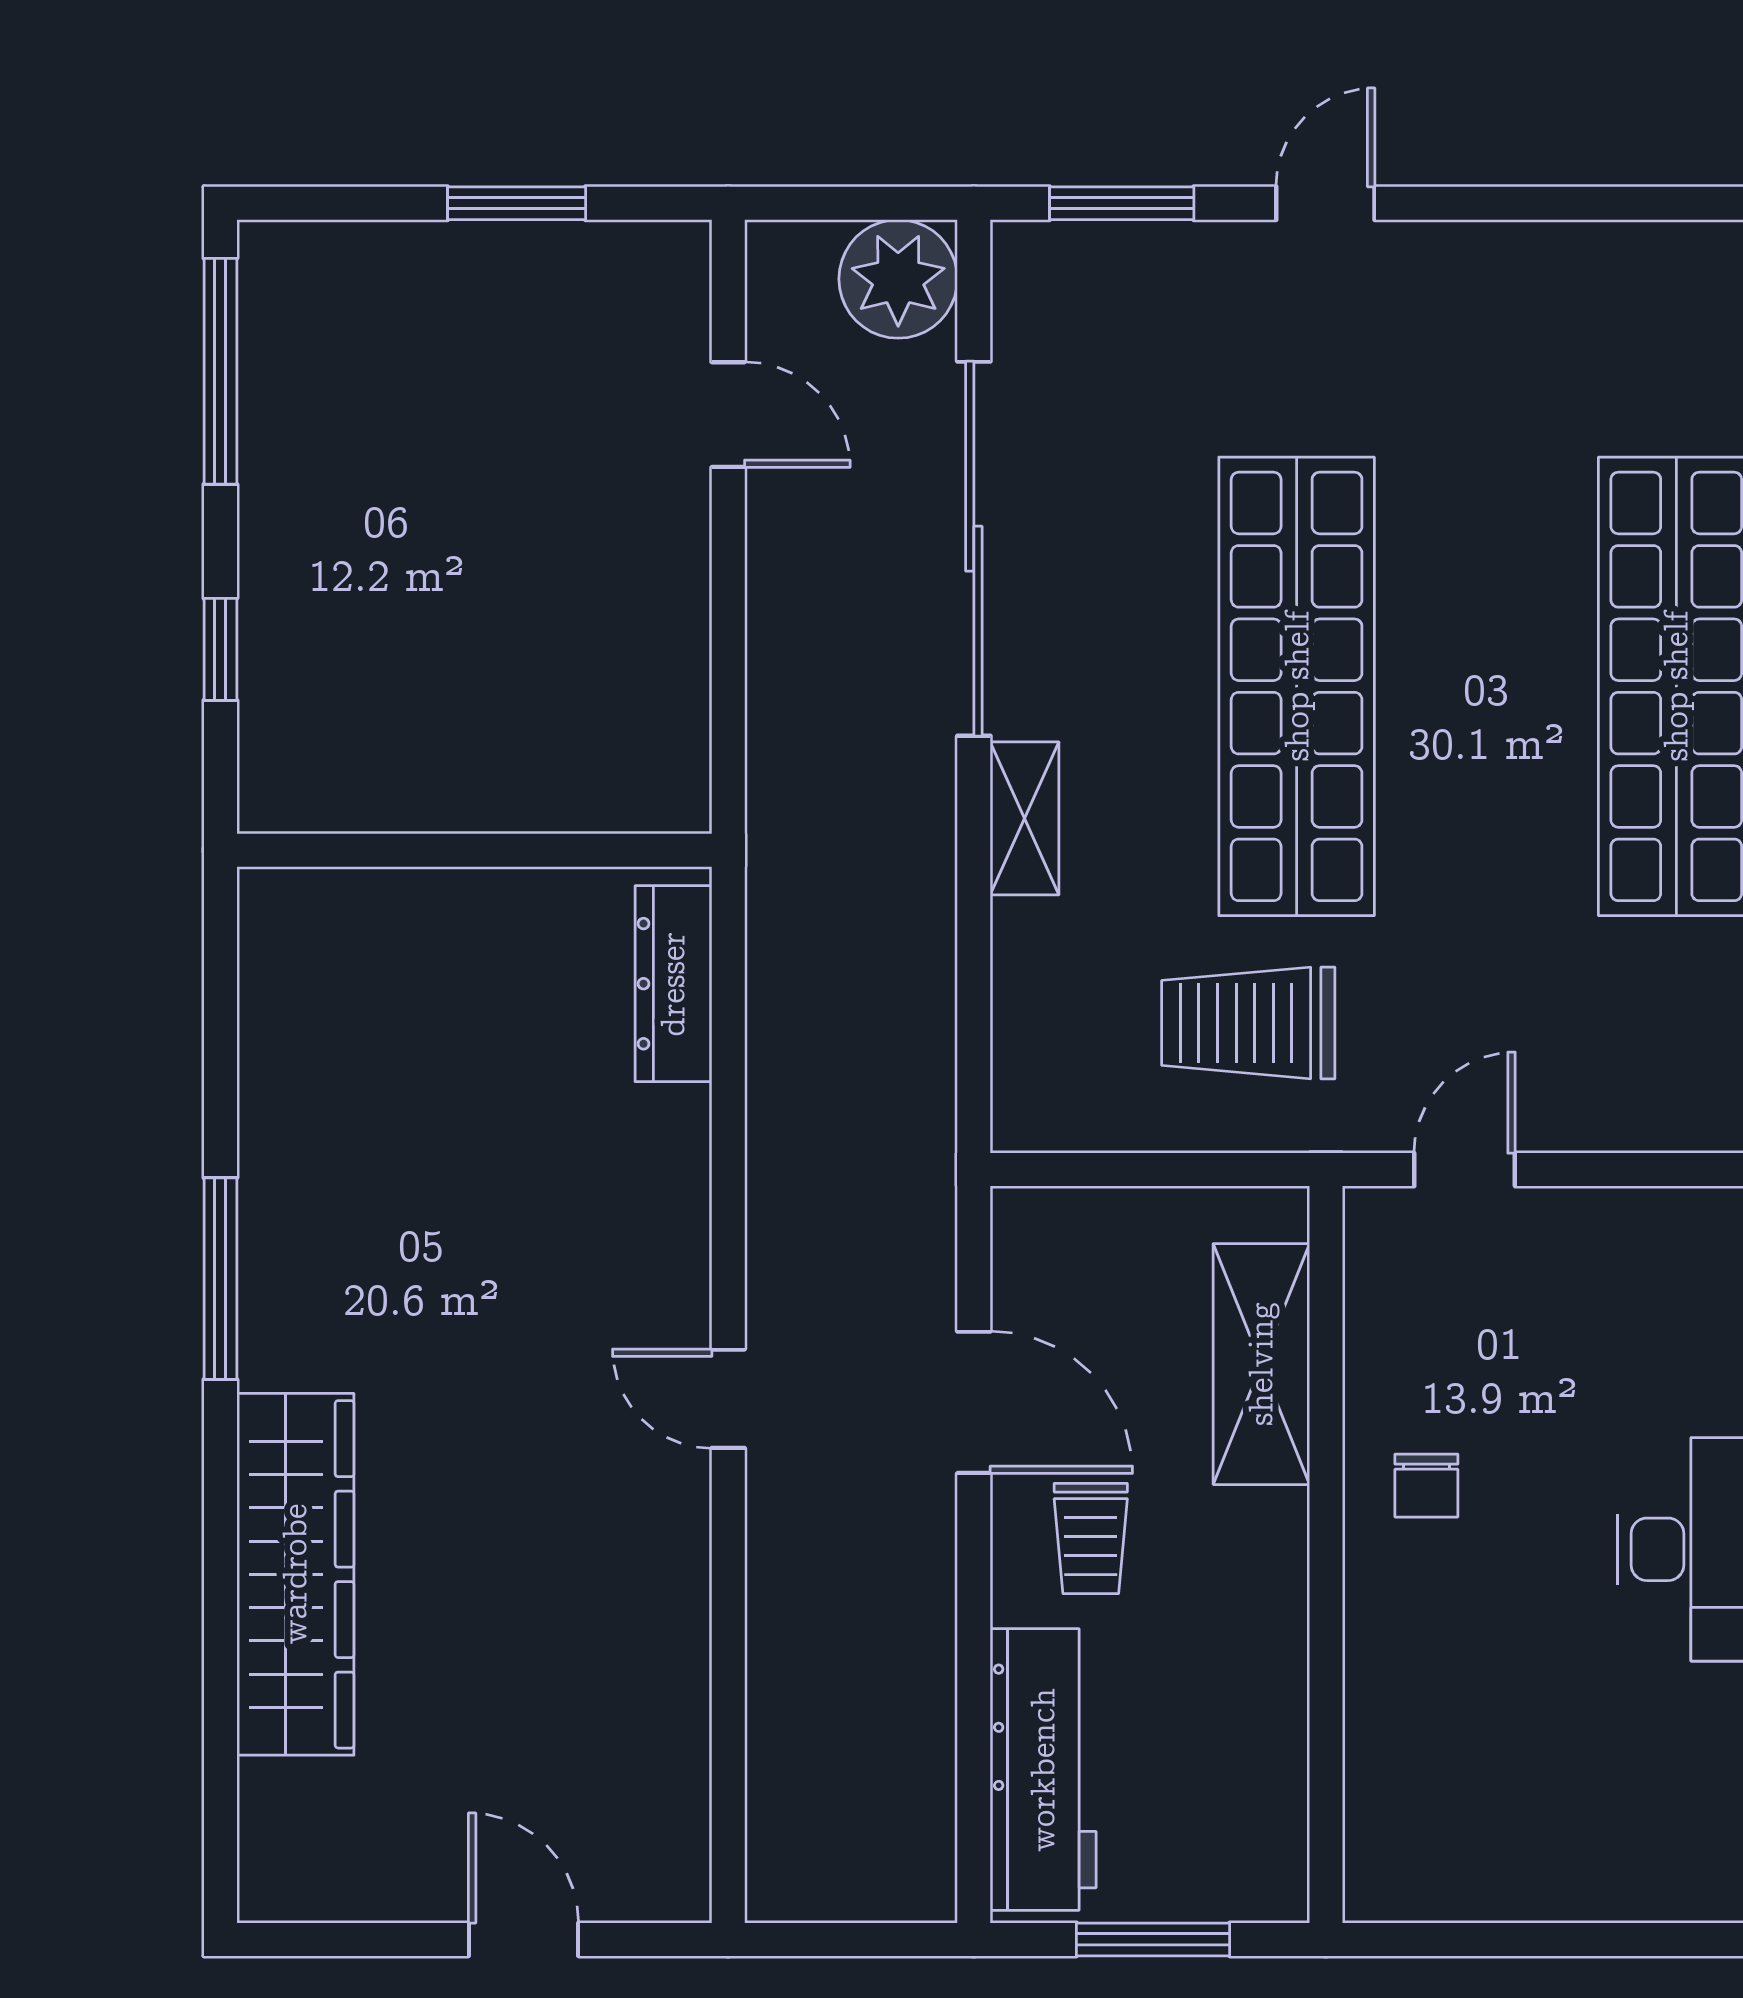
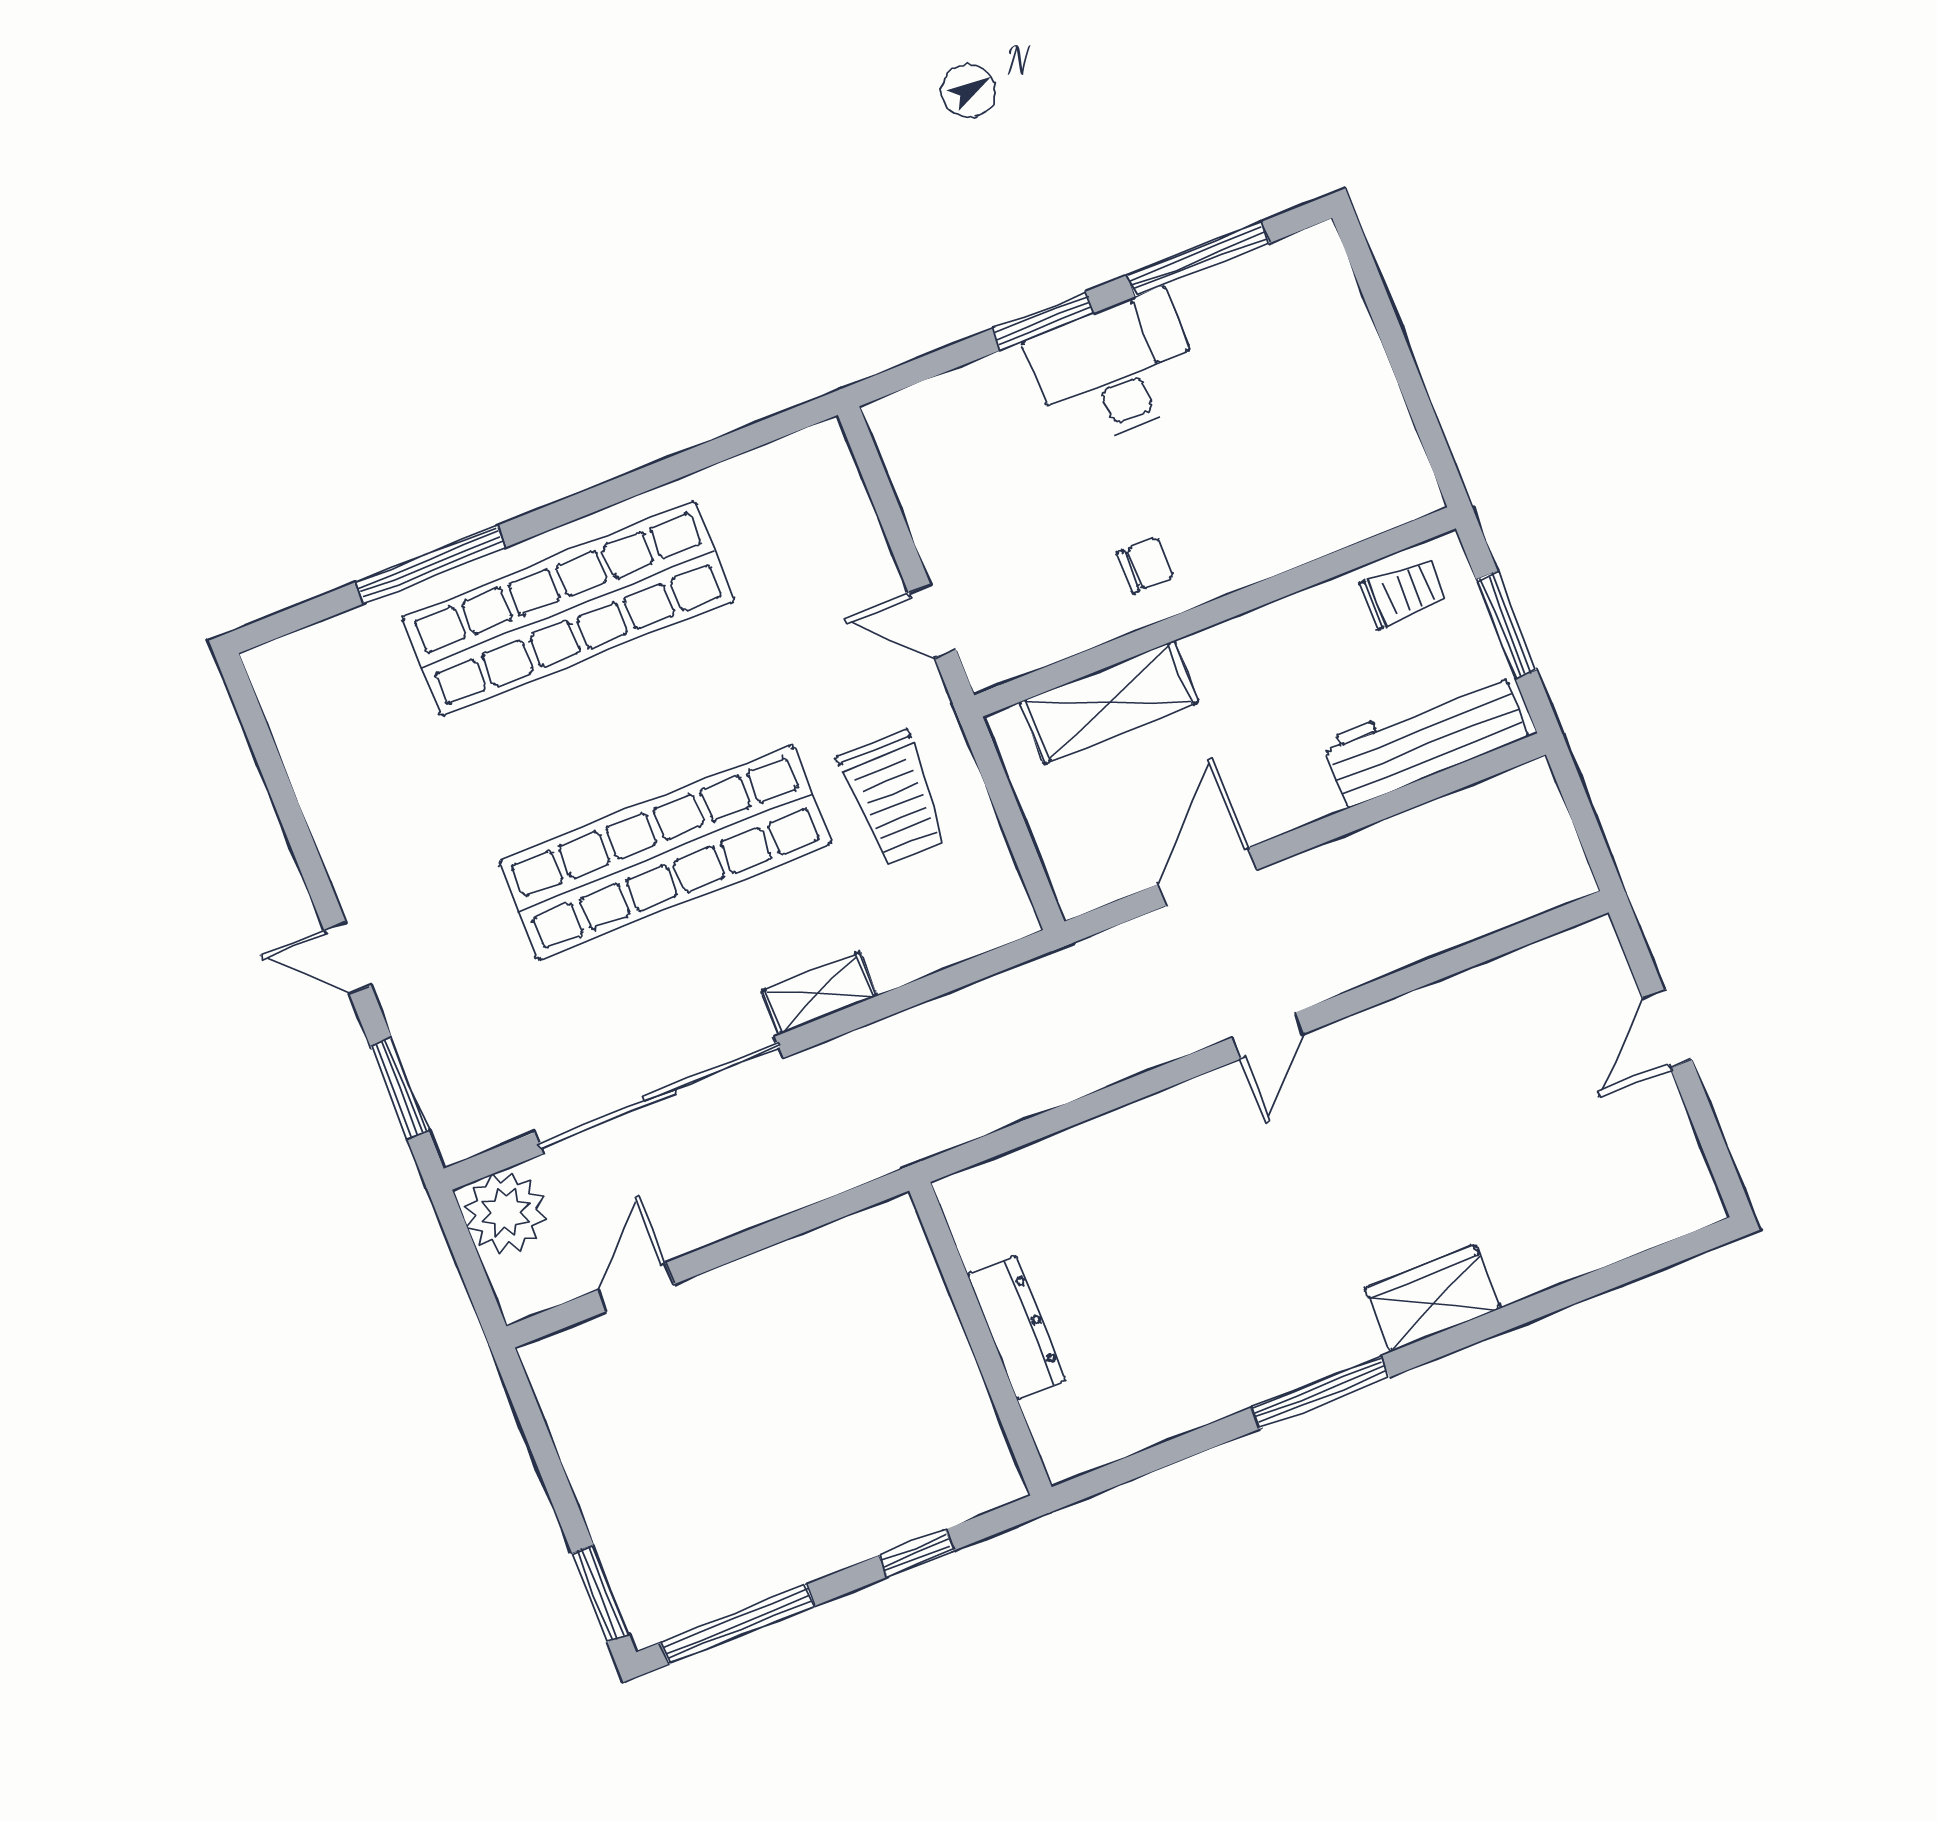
window: (517, 203) -> (601, 1594), moved
dresser: (673, 984) -> (1017, 1327), moved, turned -90
trolley: (1091, 1538) -> (1403, 593), moved
wardrobe: (295, 1574) -> (1432, 1298), width x0.48, depth x0.85

